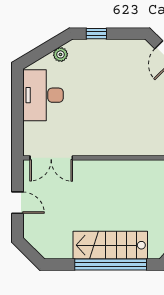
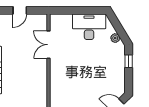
double door: (51, 158) -> (49, 45), moved

